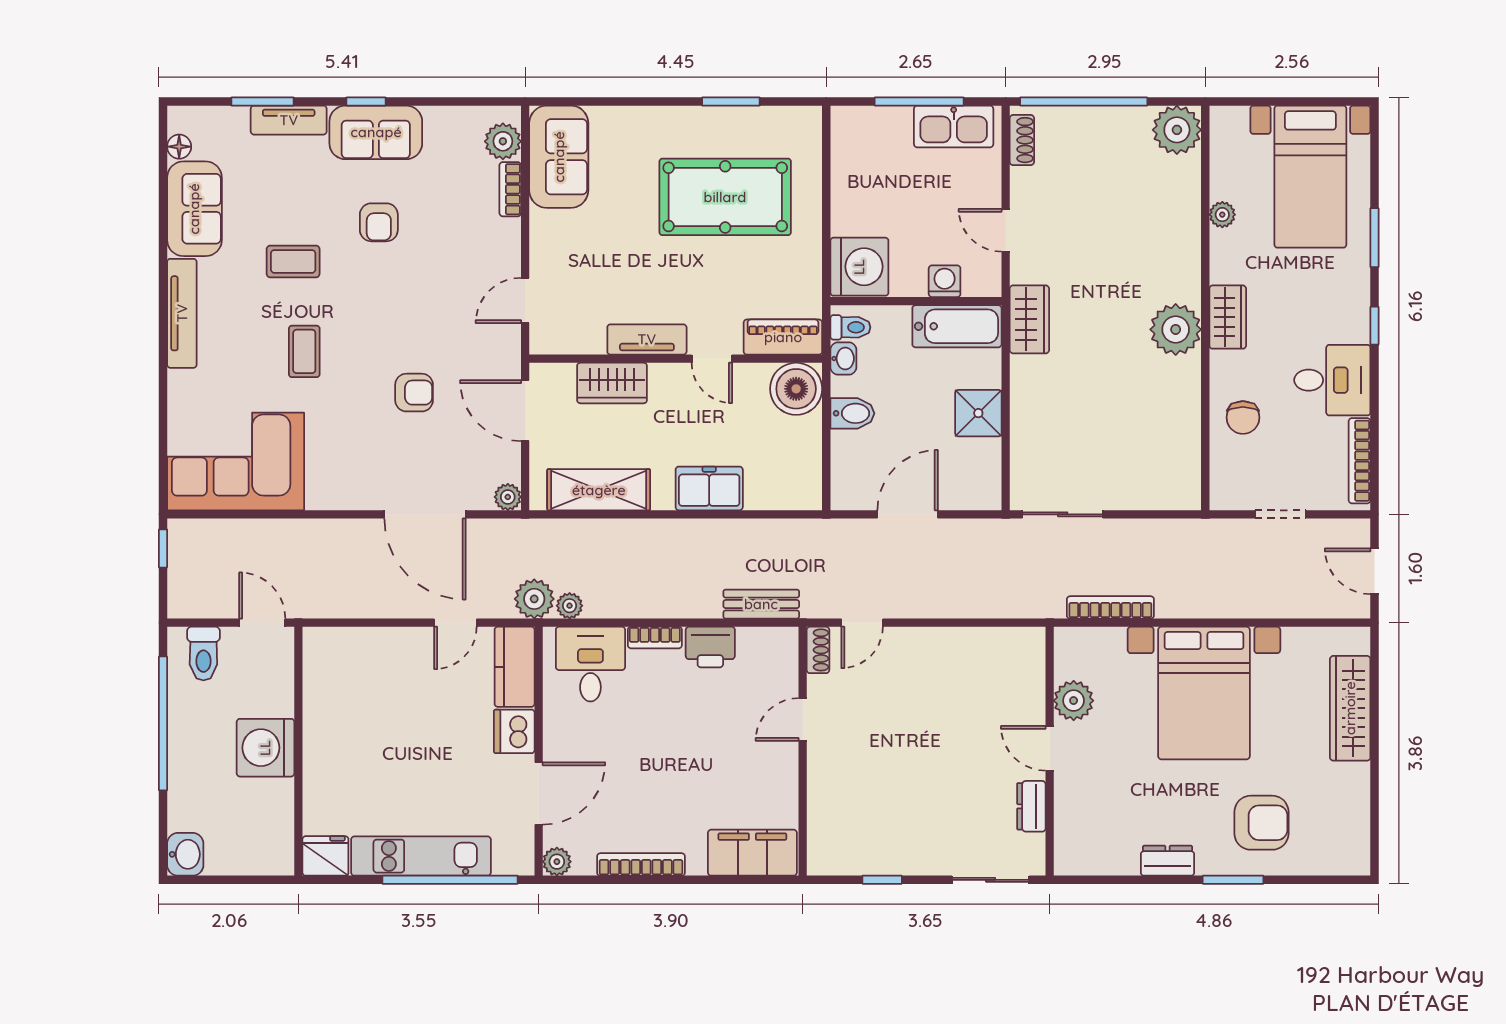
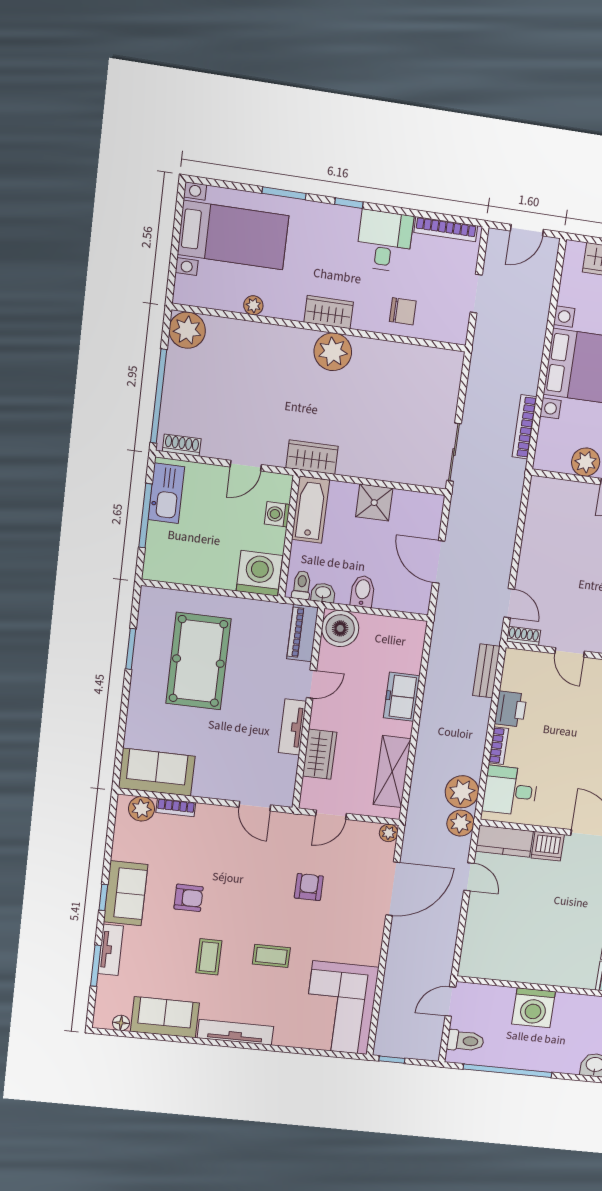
door: (525, 411) -> (331, 815), width x0.73
plant: (570, 606) -> (462, 792), width x1.88, depth x1.88

